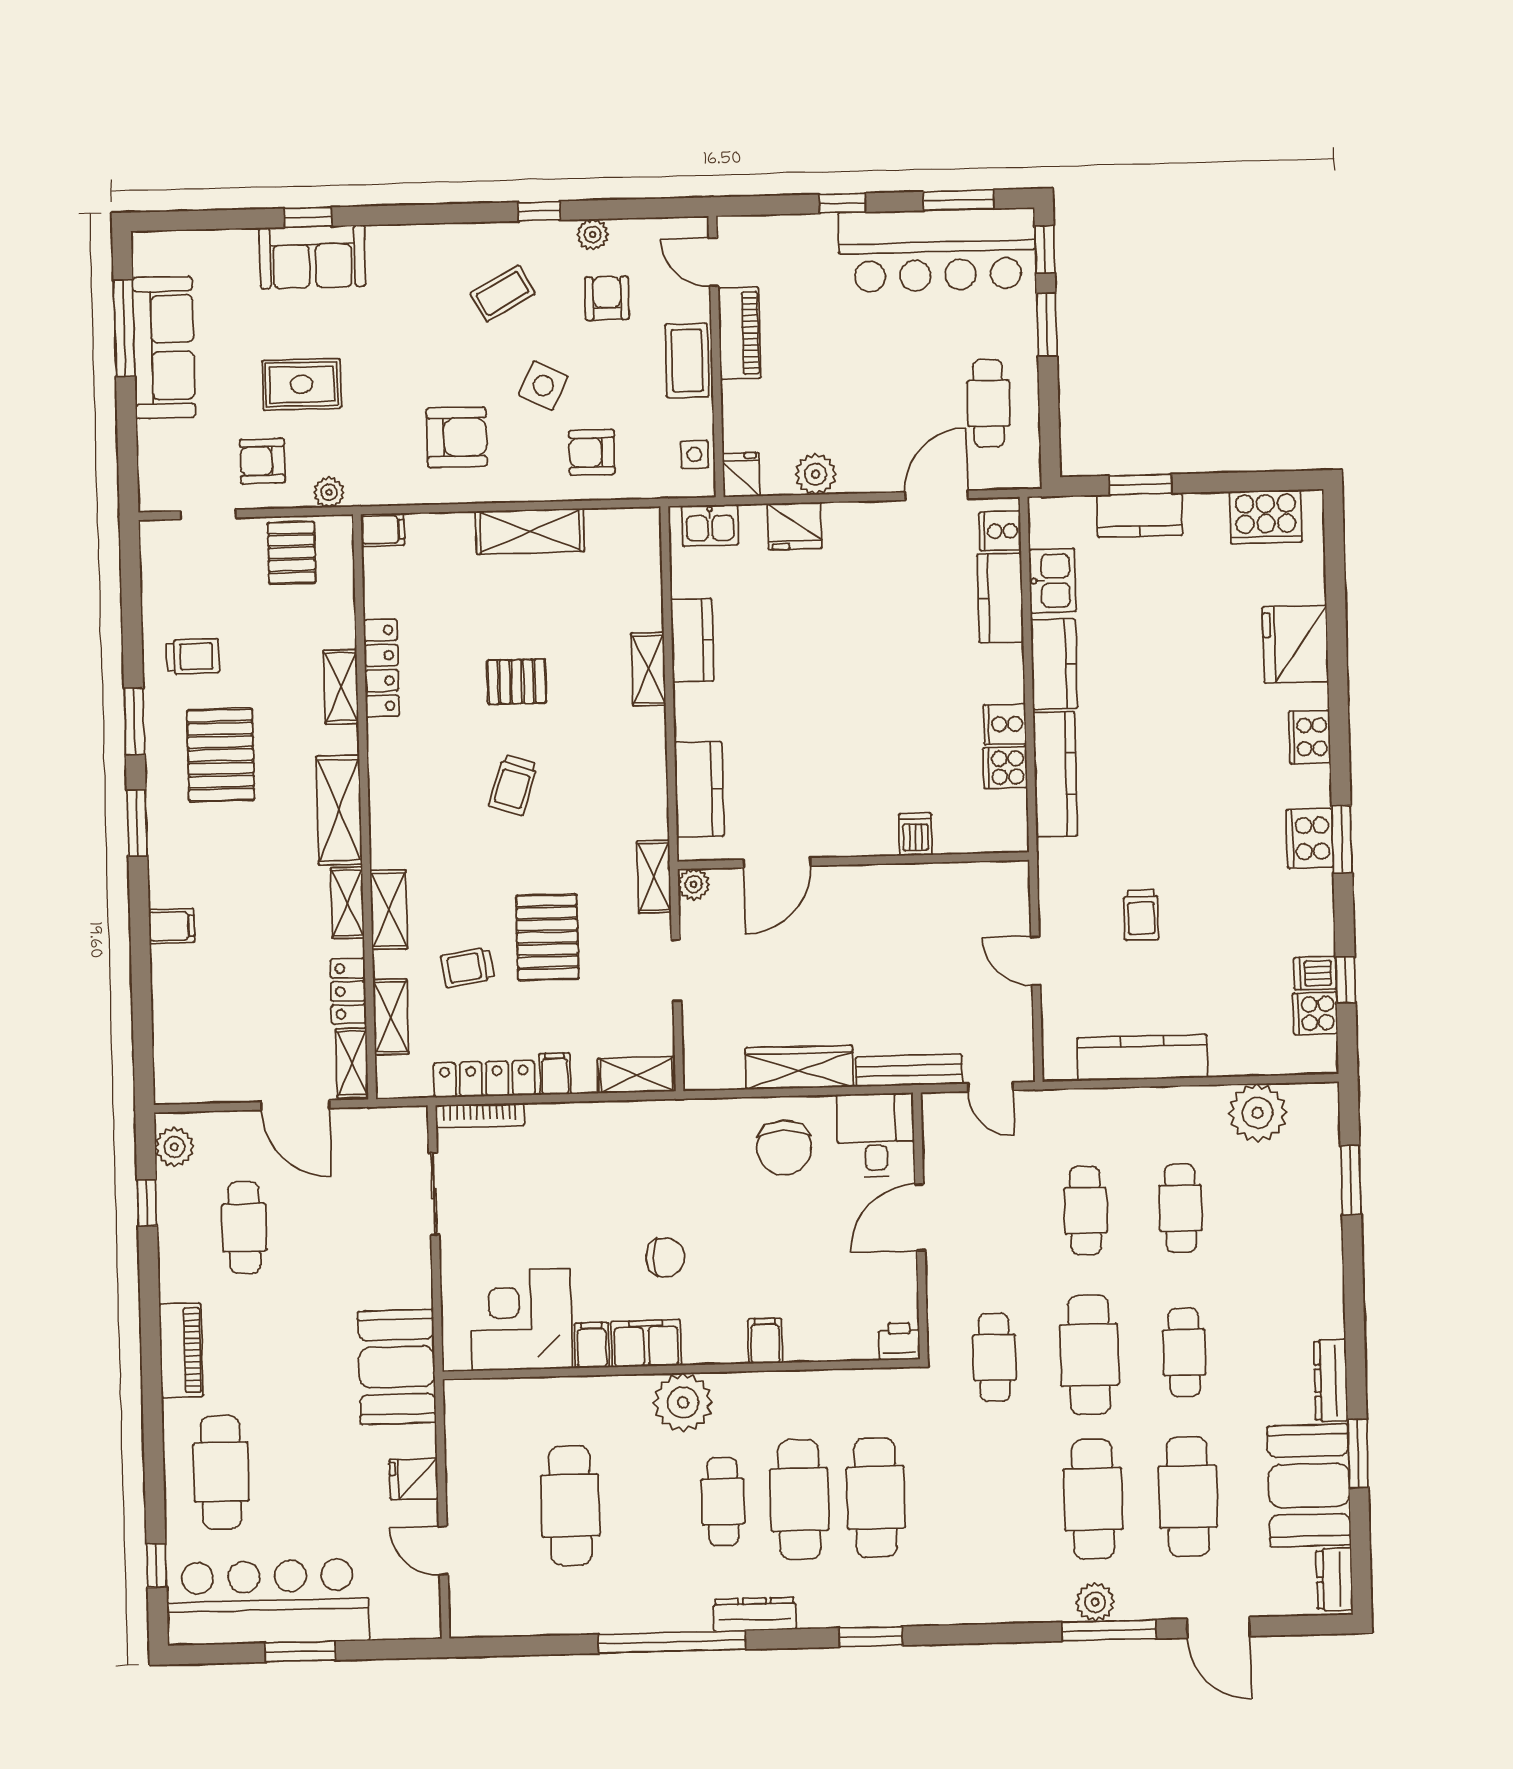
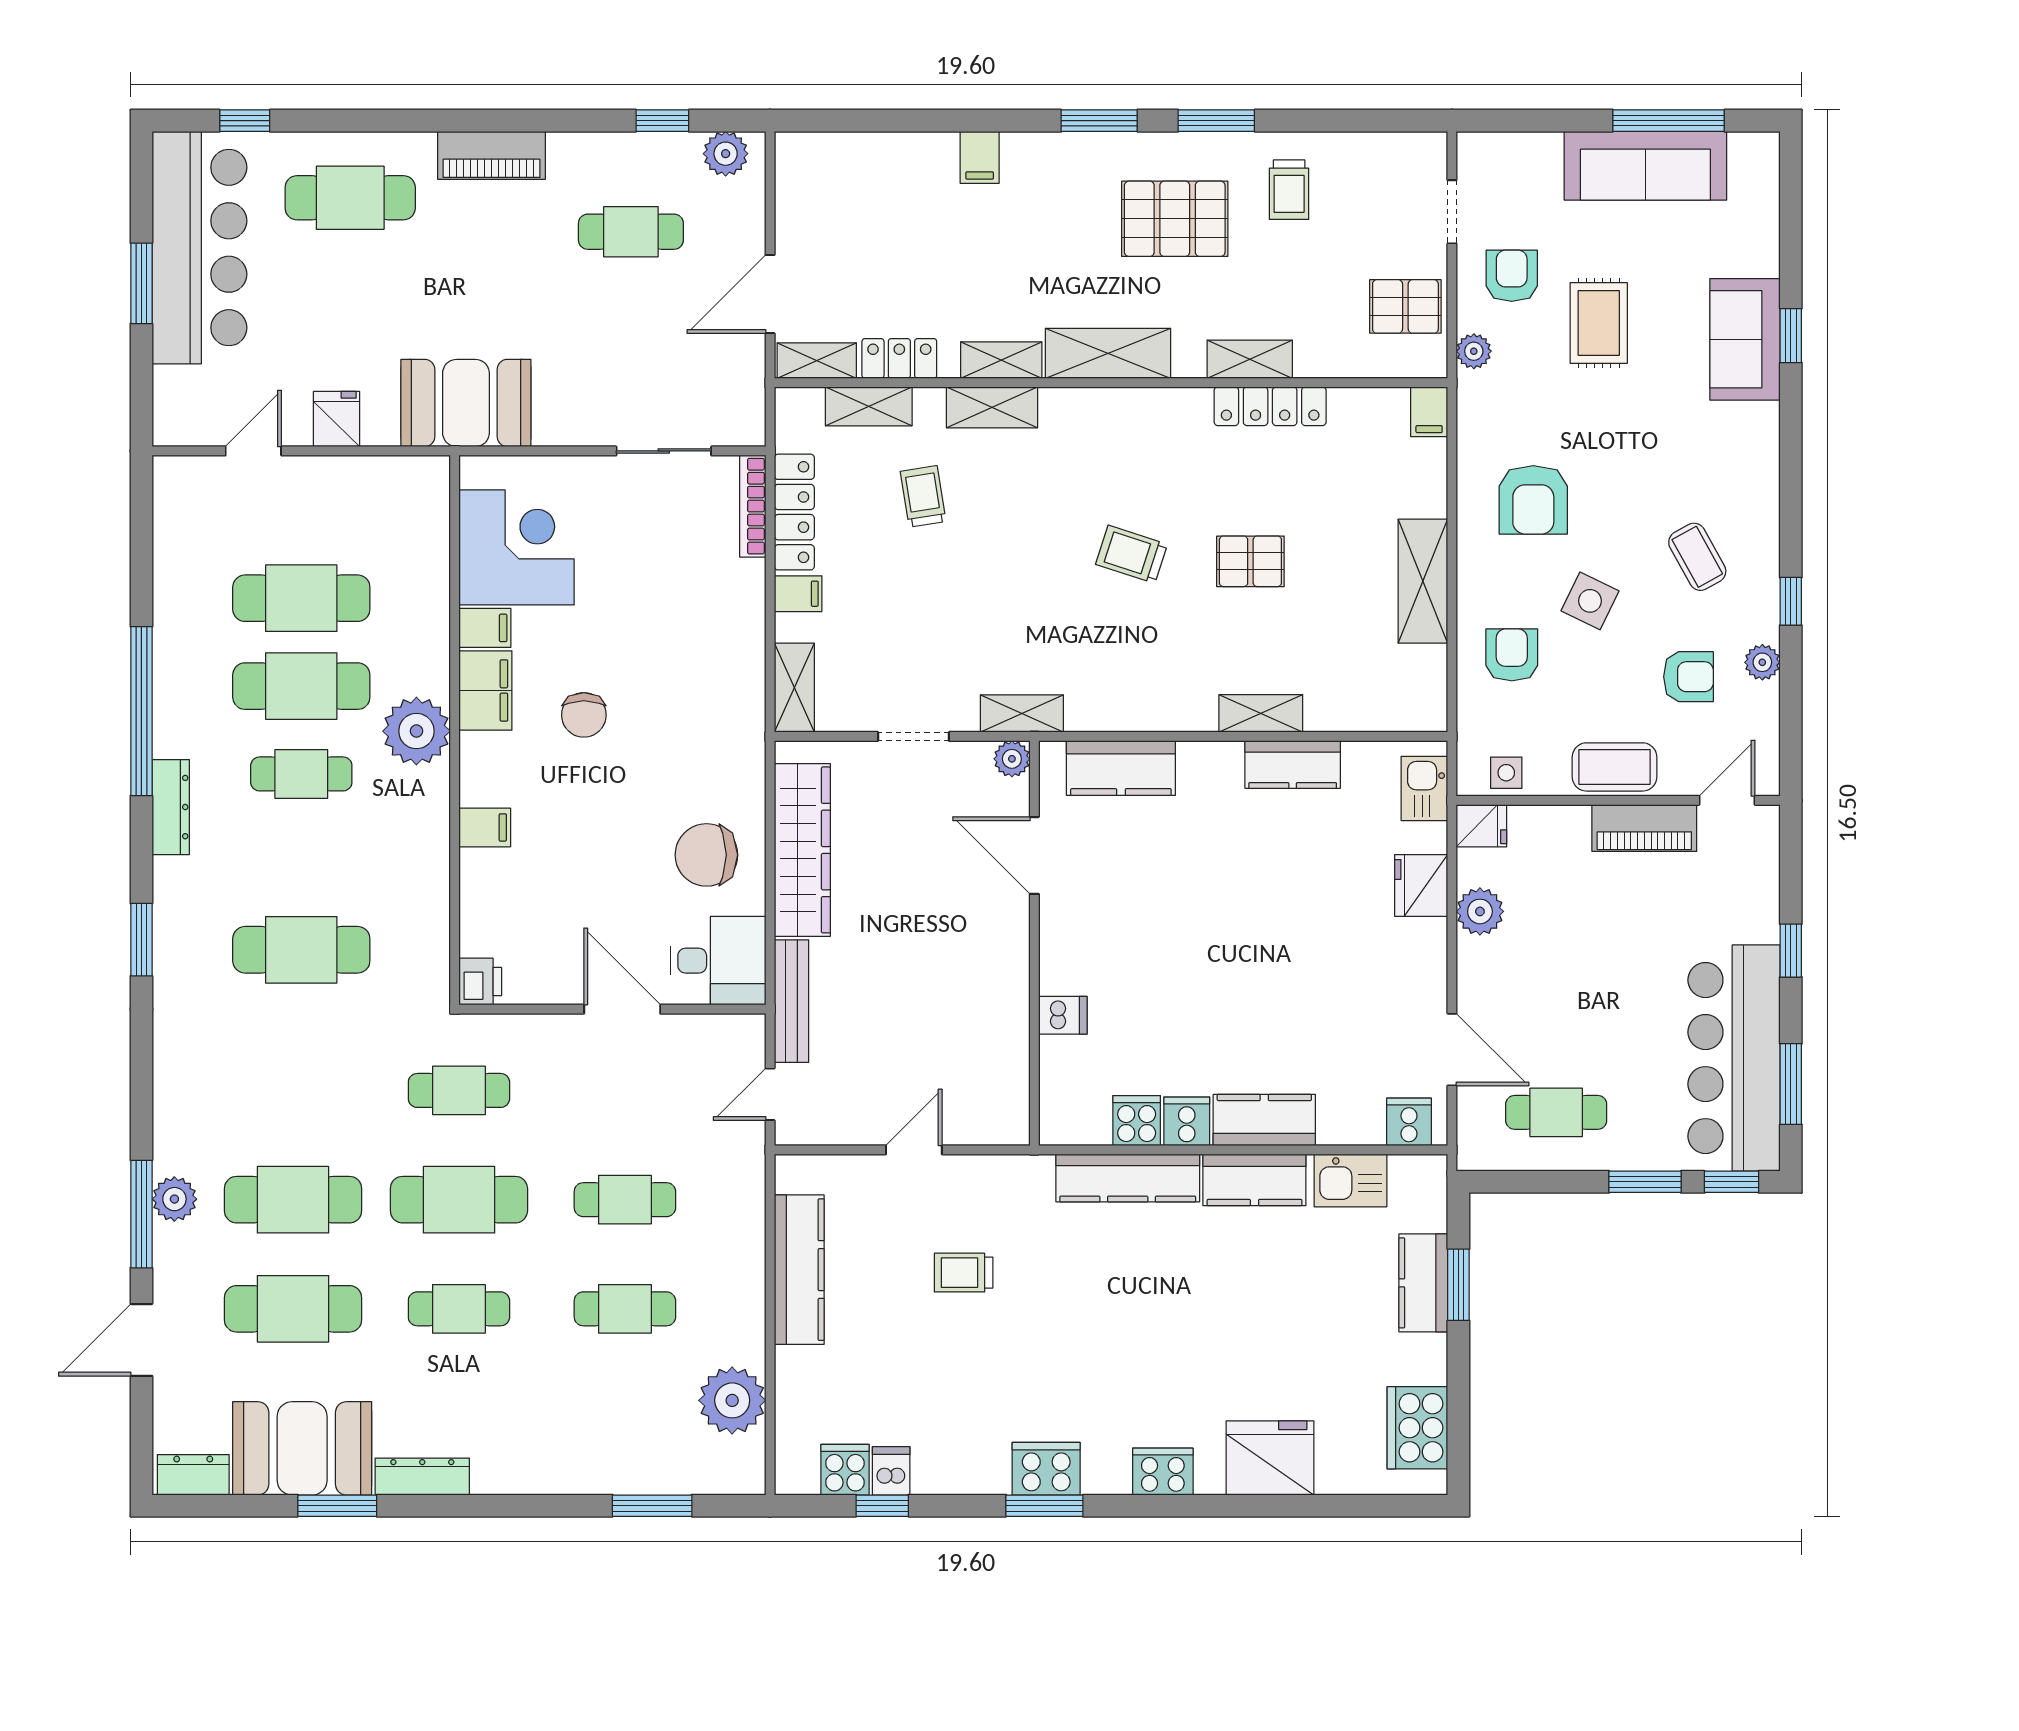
kitchen counter: (1000, 598) -> (1264, 1120), moved
pallet: (517, 682) -> (1250, 561), turned 90
pallet: (547, 937) -> (956, 589), removed
wardrobe: (799, 1067) -> (802, 850), width x1.40, depth x1.17
cafe table: (799, 1500) -> (301, 686), moved

